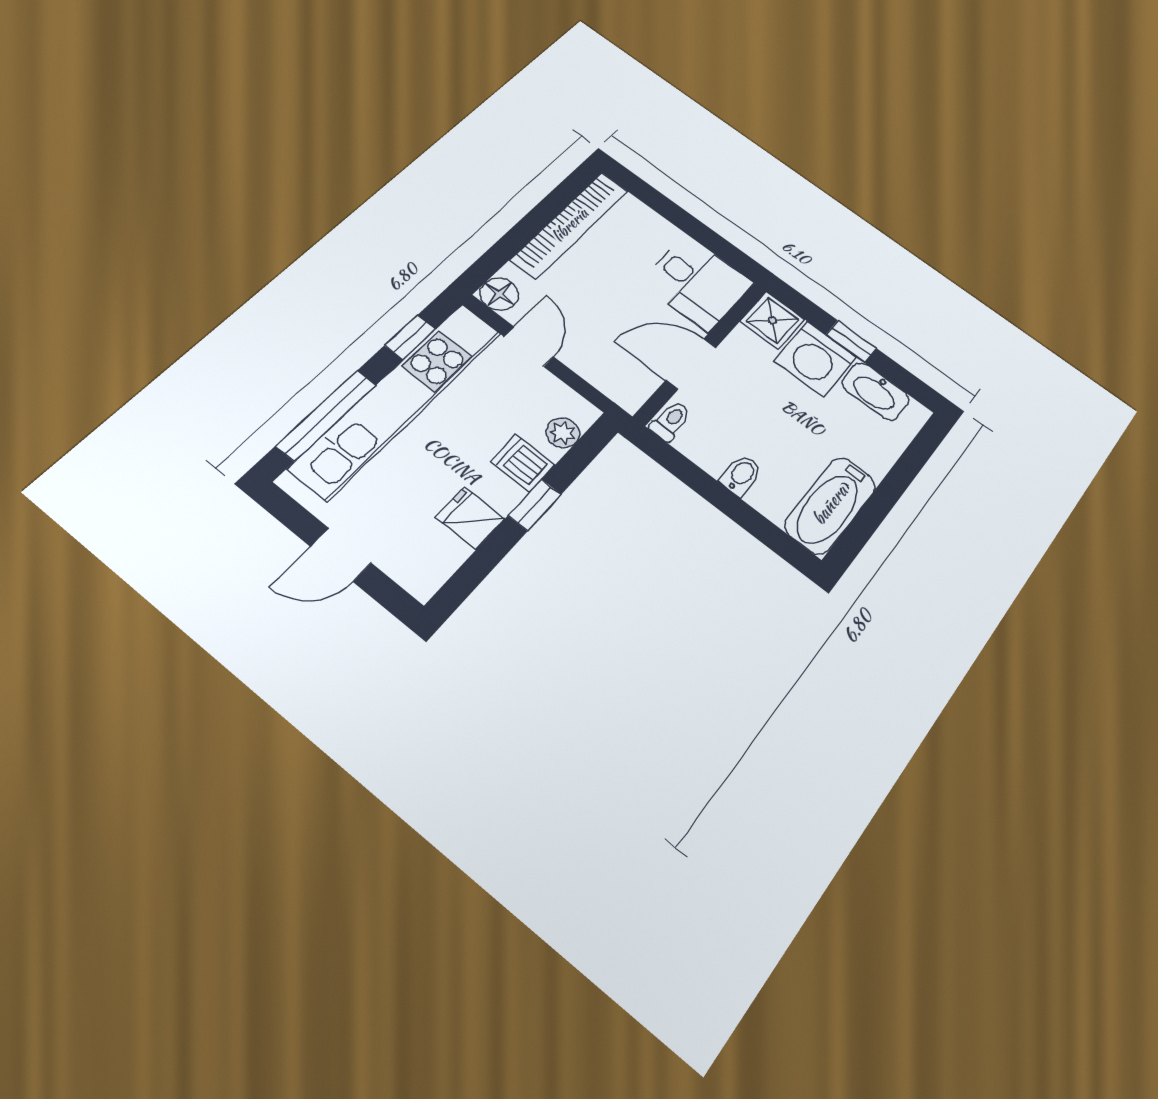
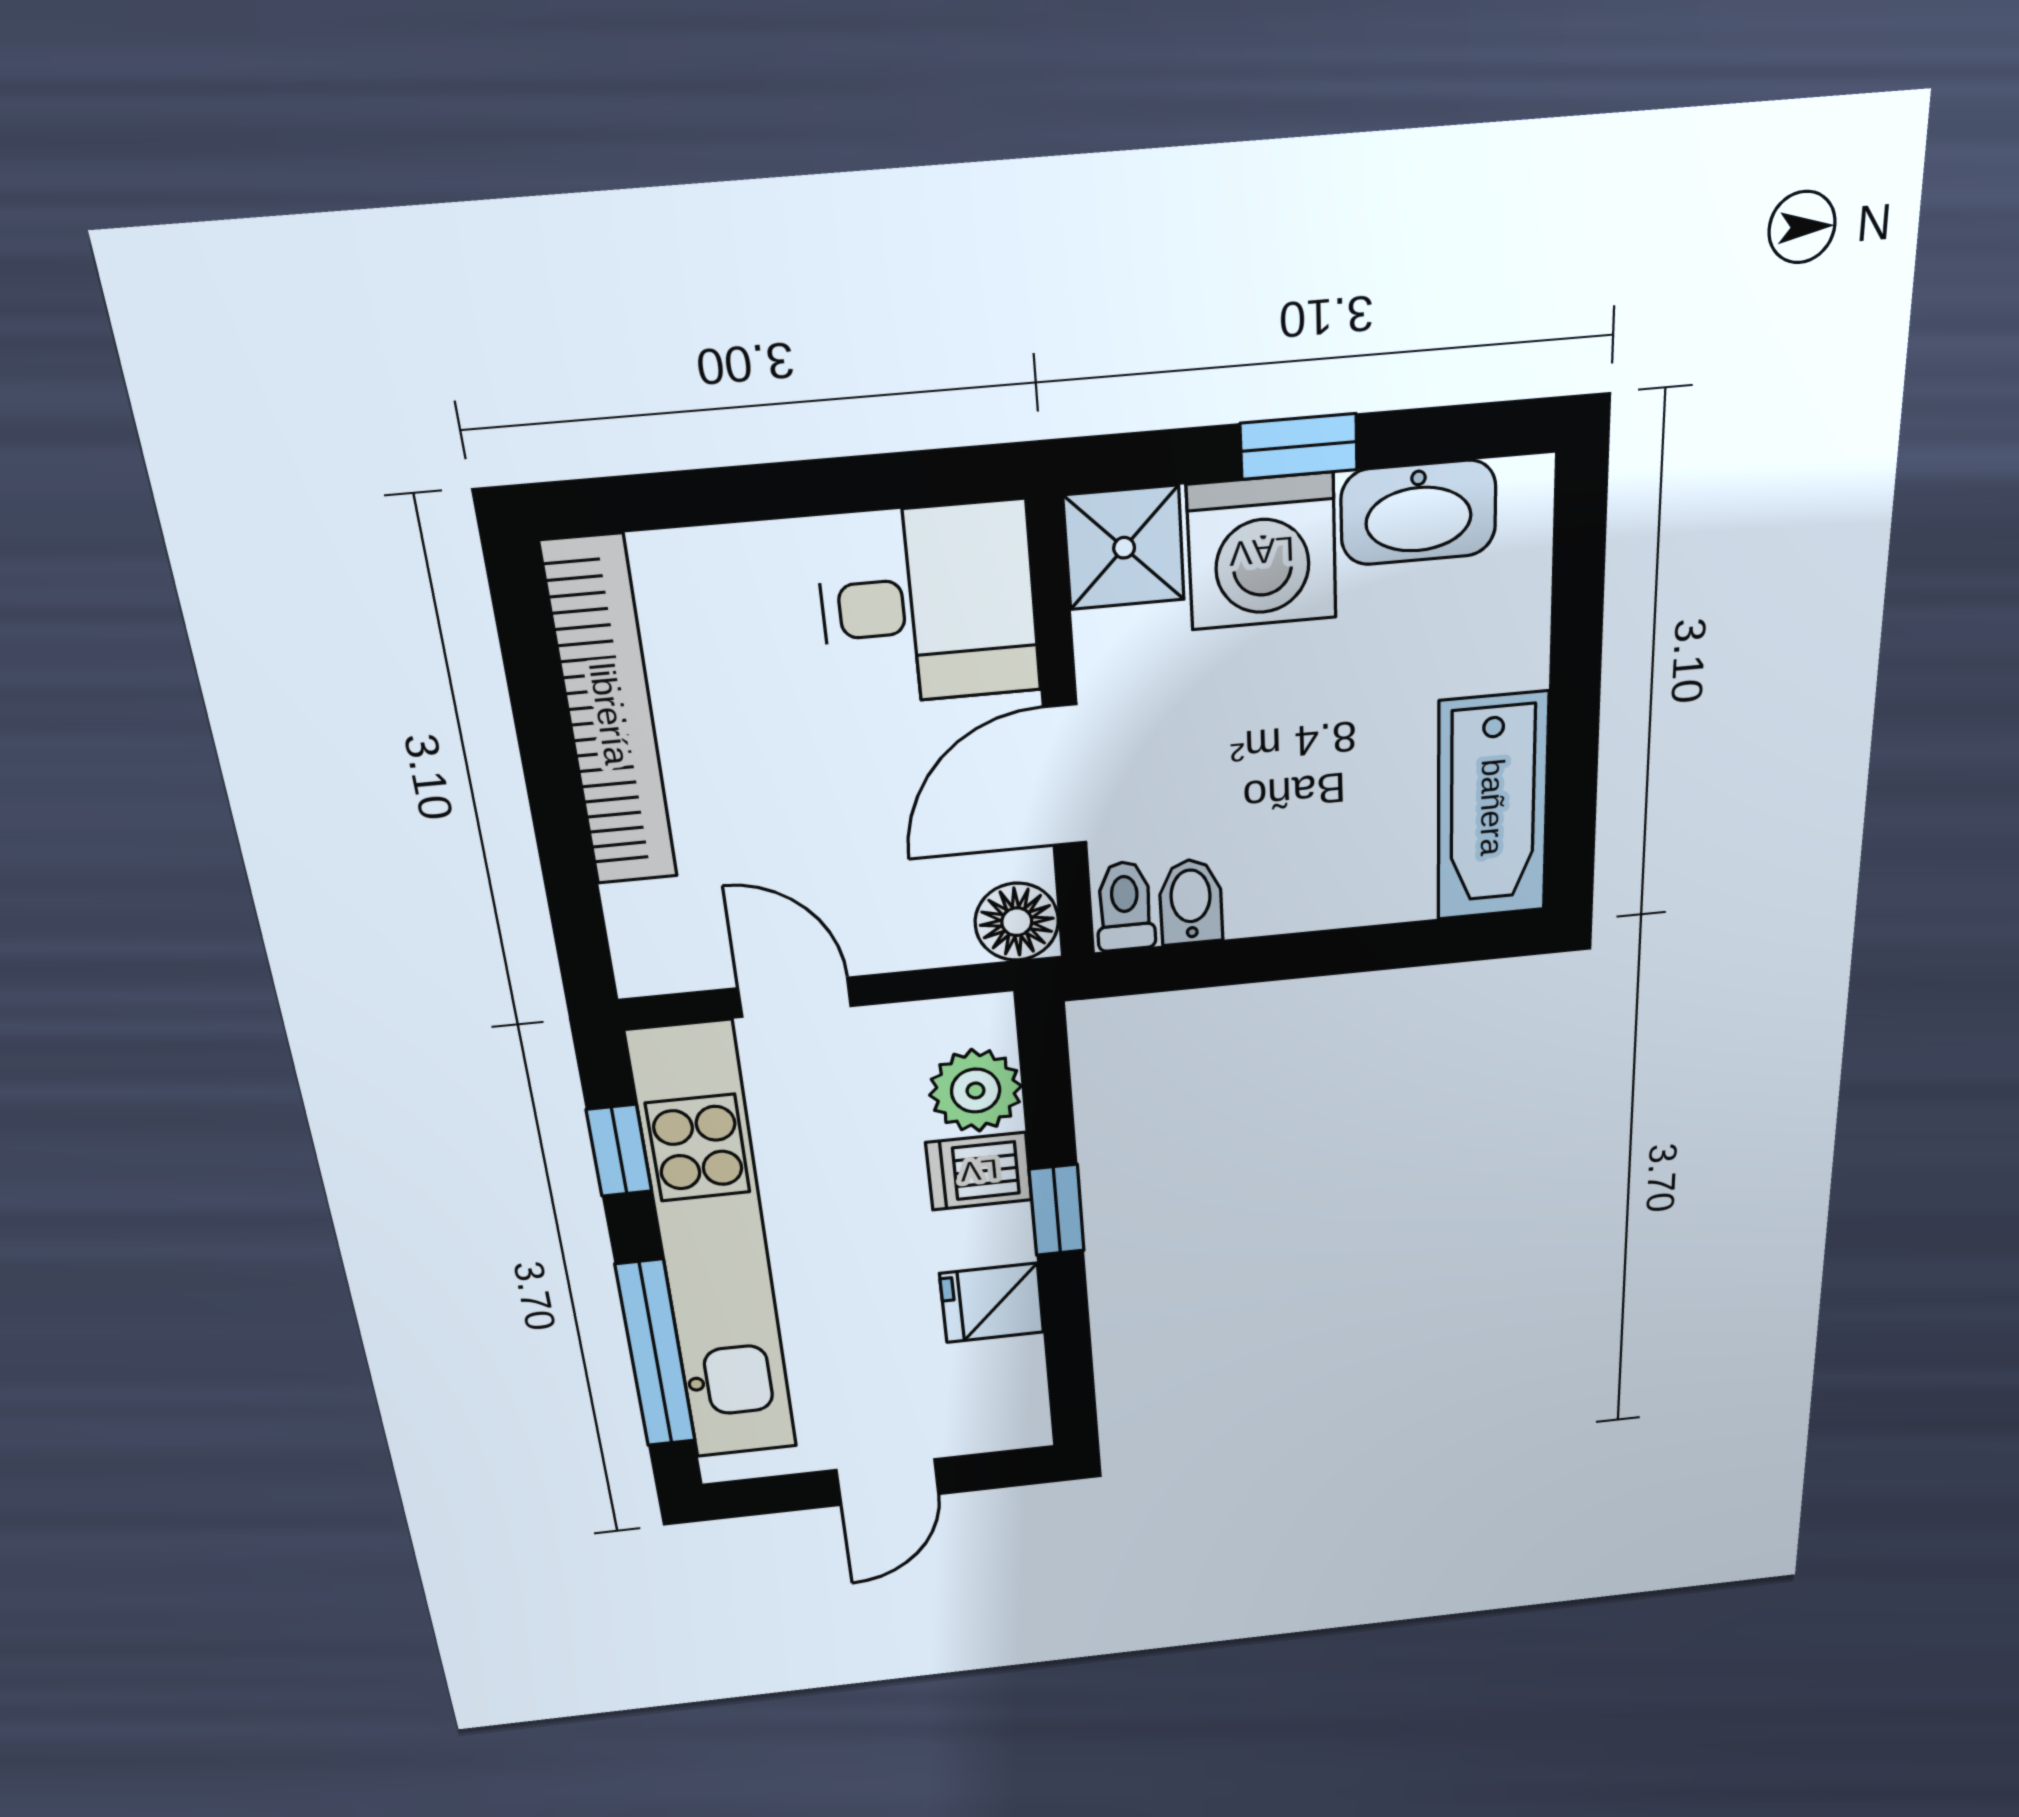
floor lamp: (499, 294) -> (1017, 922), moved
plant: (563, 433) -> (976, 1091), width x1.38, depth x1.38
bidet: (741, 475) -> (1191, 902), moved

